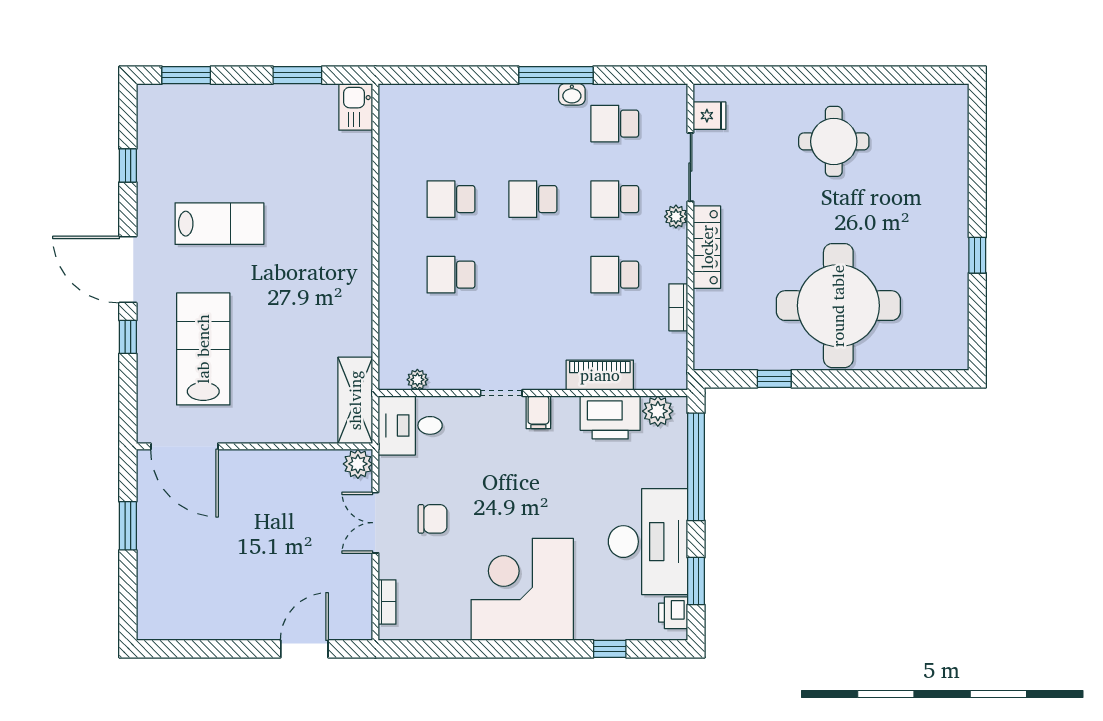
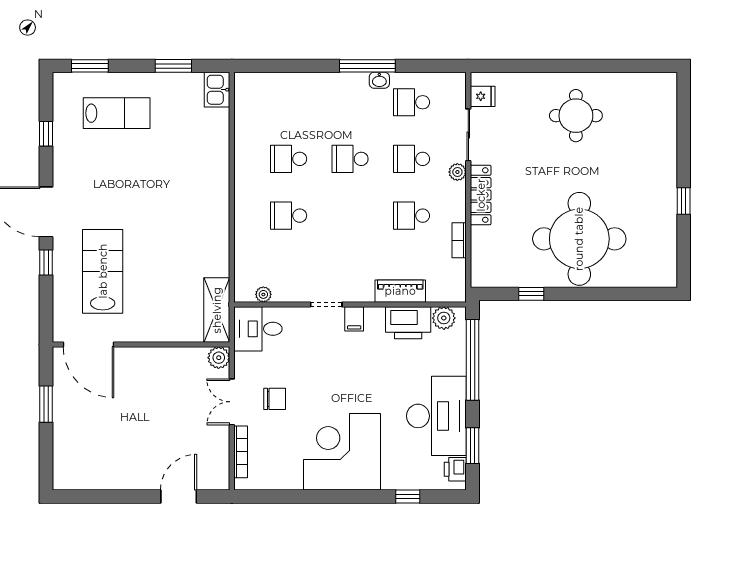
lab bench: (219, 224) -> (117, 113), moved
bookcase: (387, 602) -> (241, 452), width x1.56

